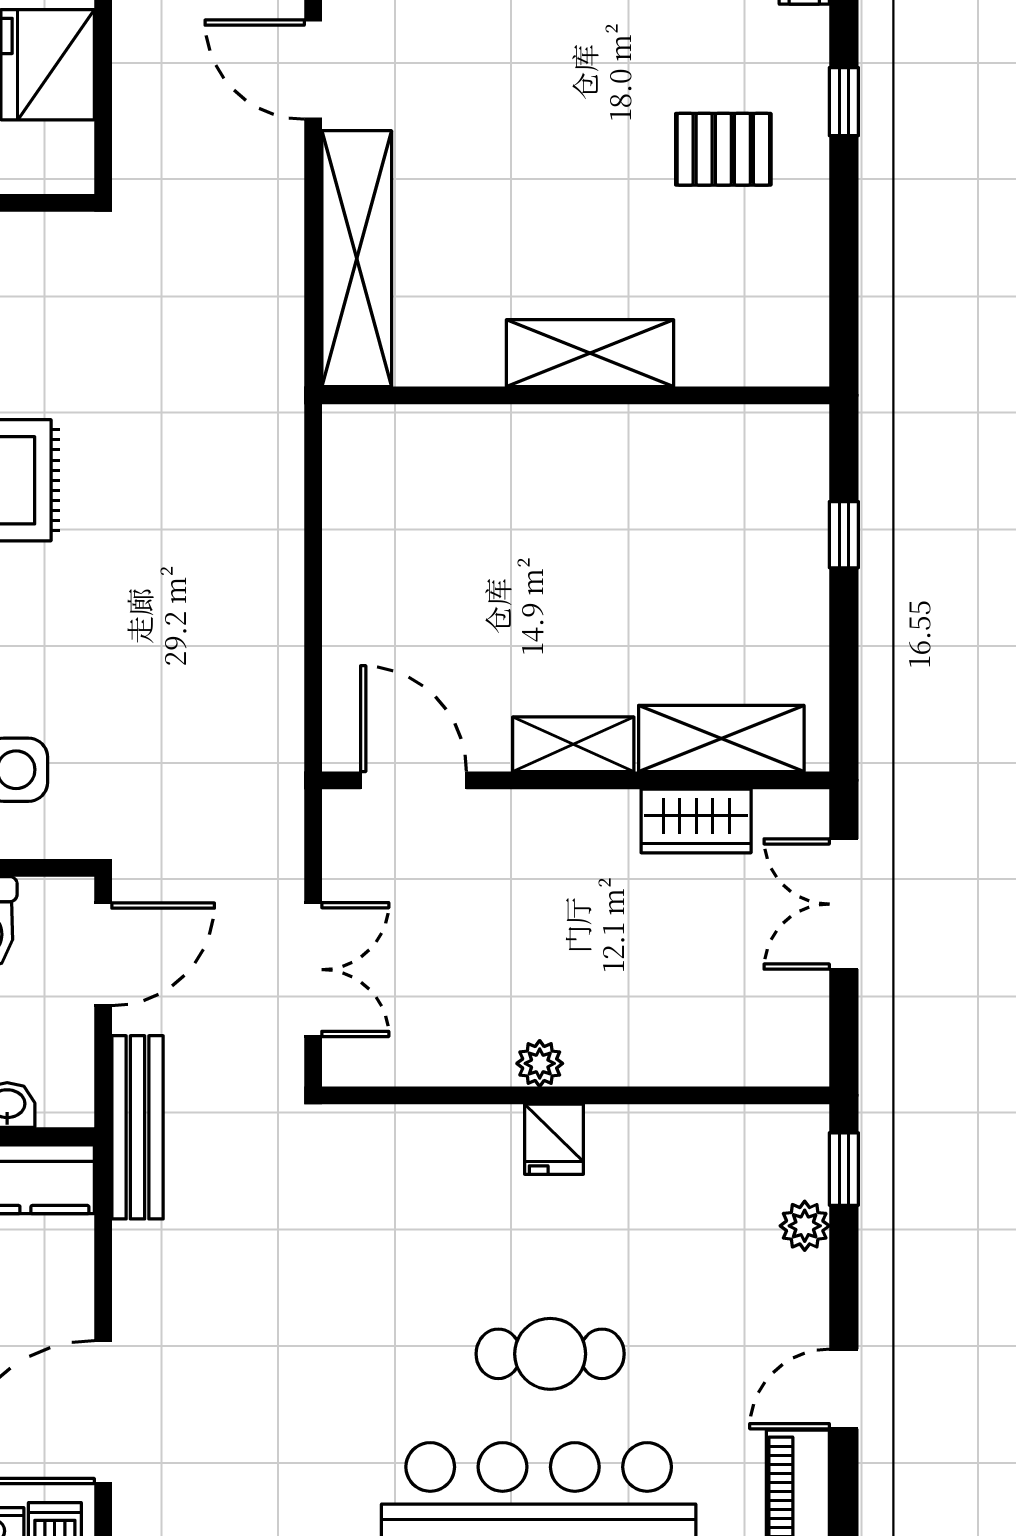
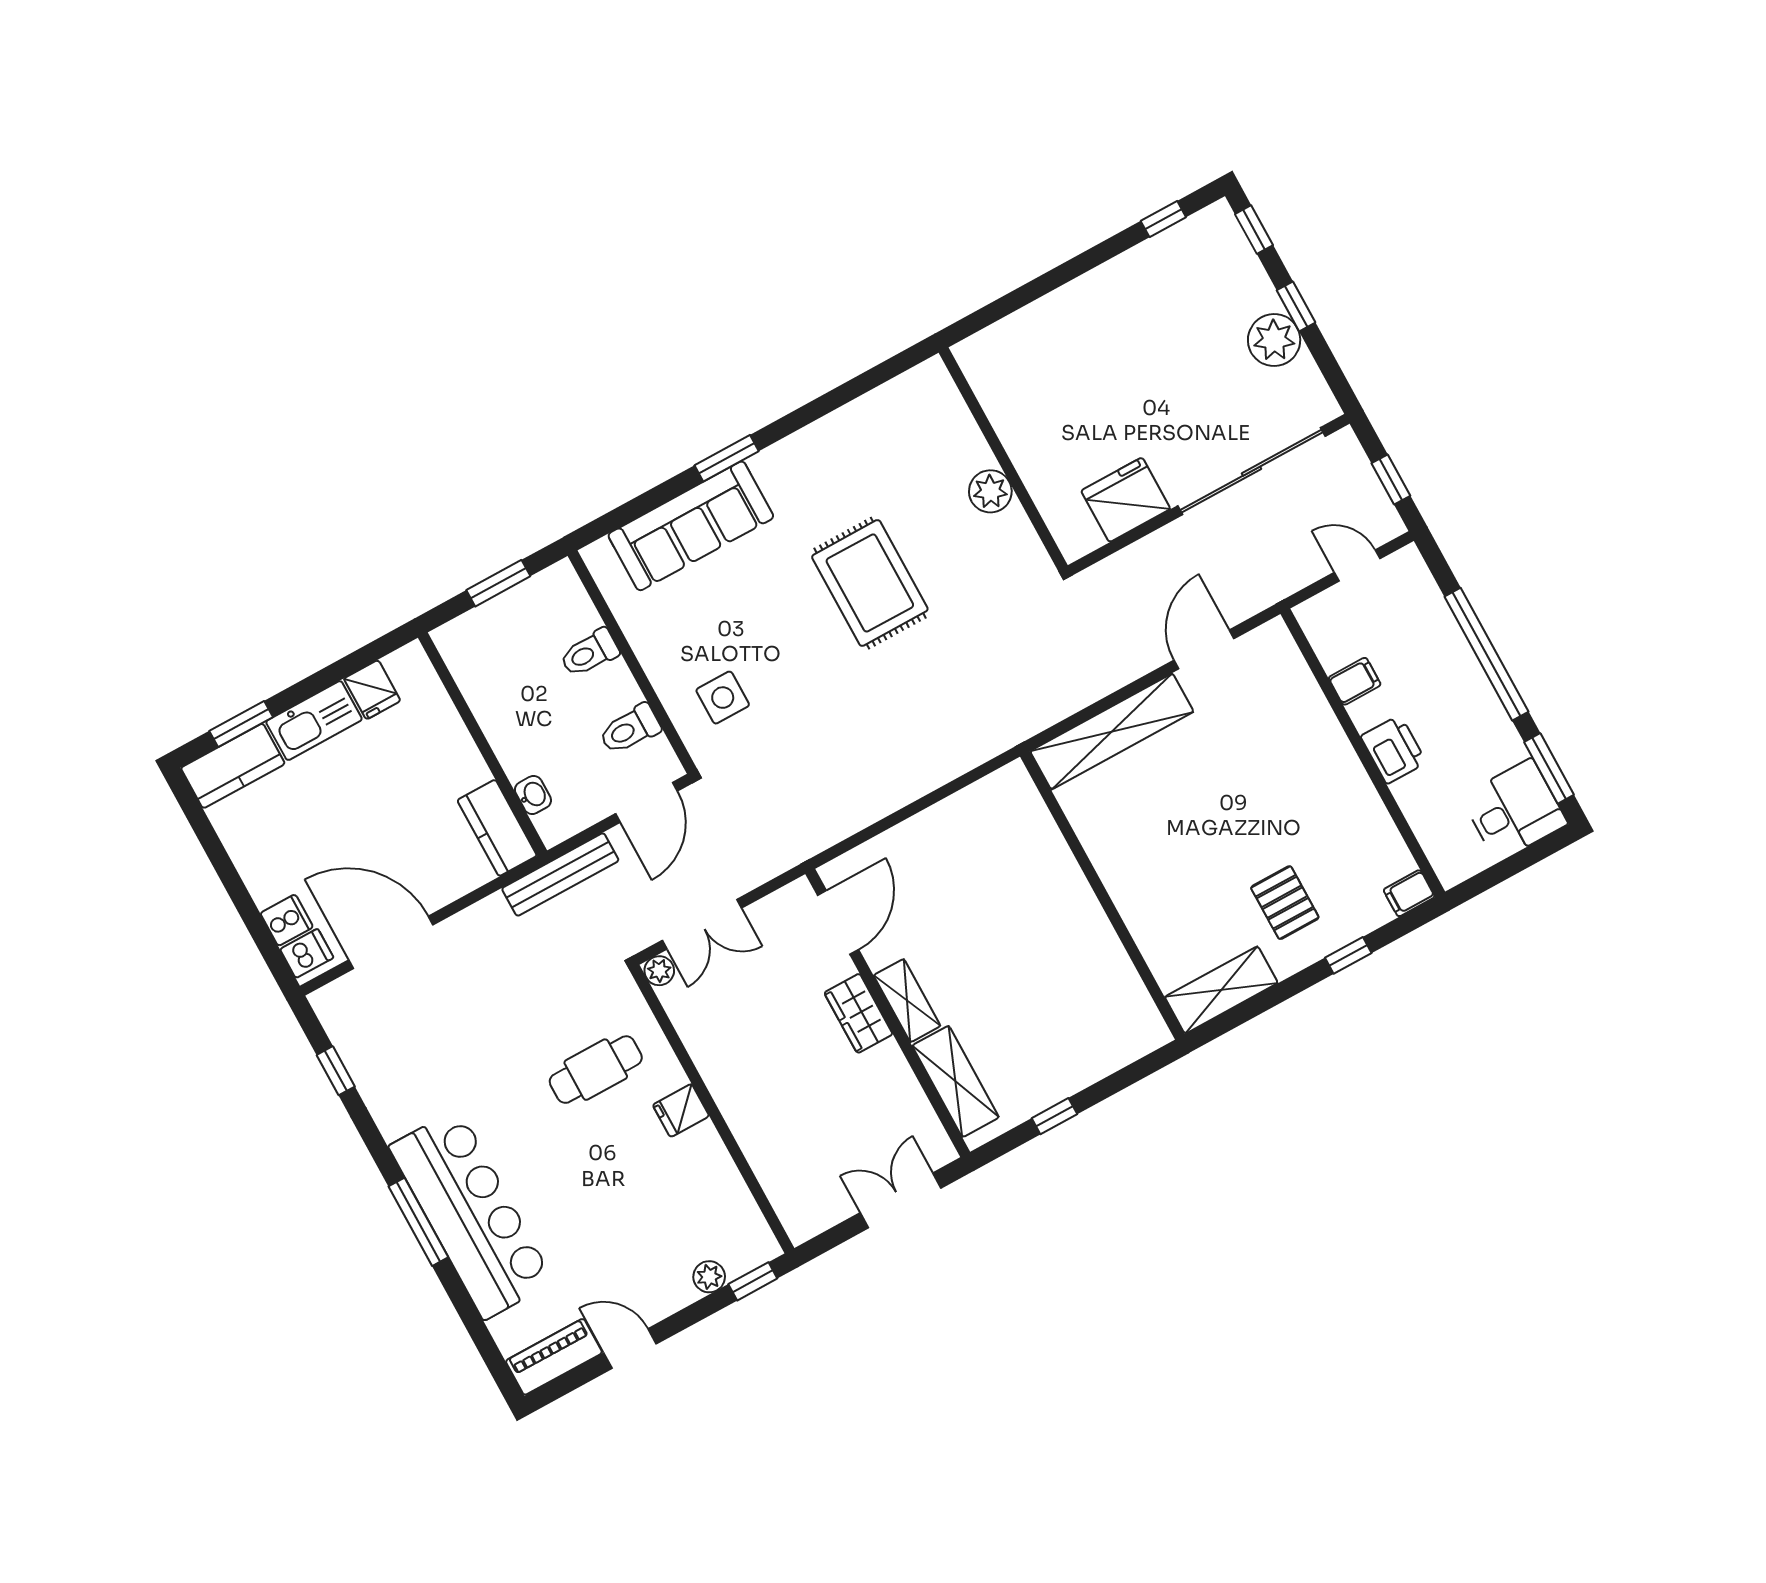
shelving: (590, 353) -> (1221, 990), moved, turned 90
window: (844, 535) -> (1054, 1116), moved
wardrobe: (696, 821) -> (858, 1013), moved
door: (103, 954) -> (646, 802), hinge flipped
plant: (540, 1063) -> (659, 971), moved
cafe table: (550, 1354) -> (596, 1070), moved, turned 90

